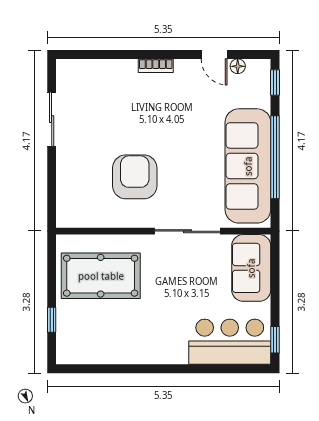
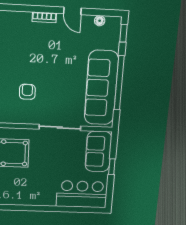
door: (214, 54) -> (72, 11), moved
armchair: (135, 177) -> (27, 92), width x0.53, depth x0.53
window: (275, 340) -> (112, 167), moved

